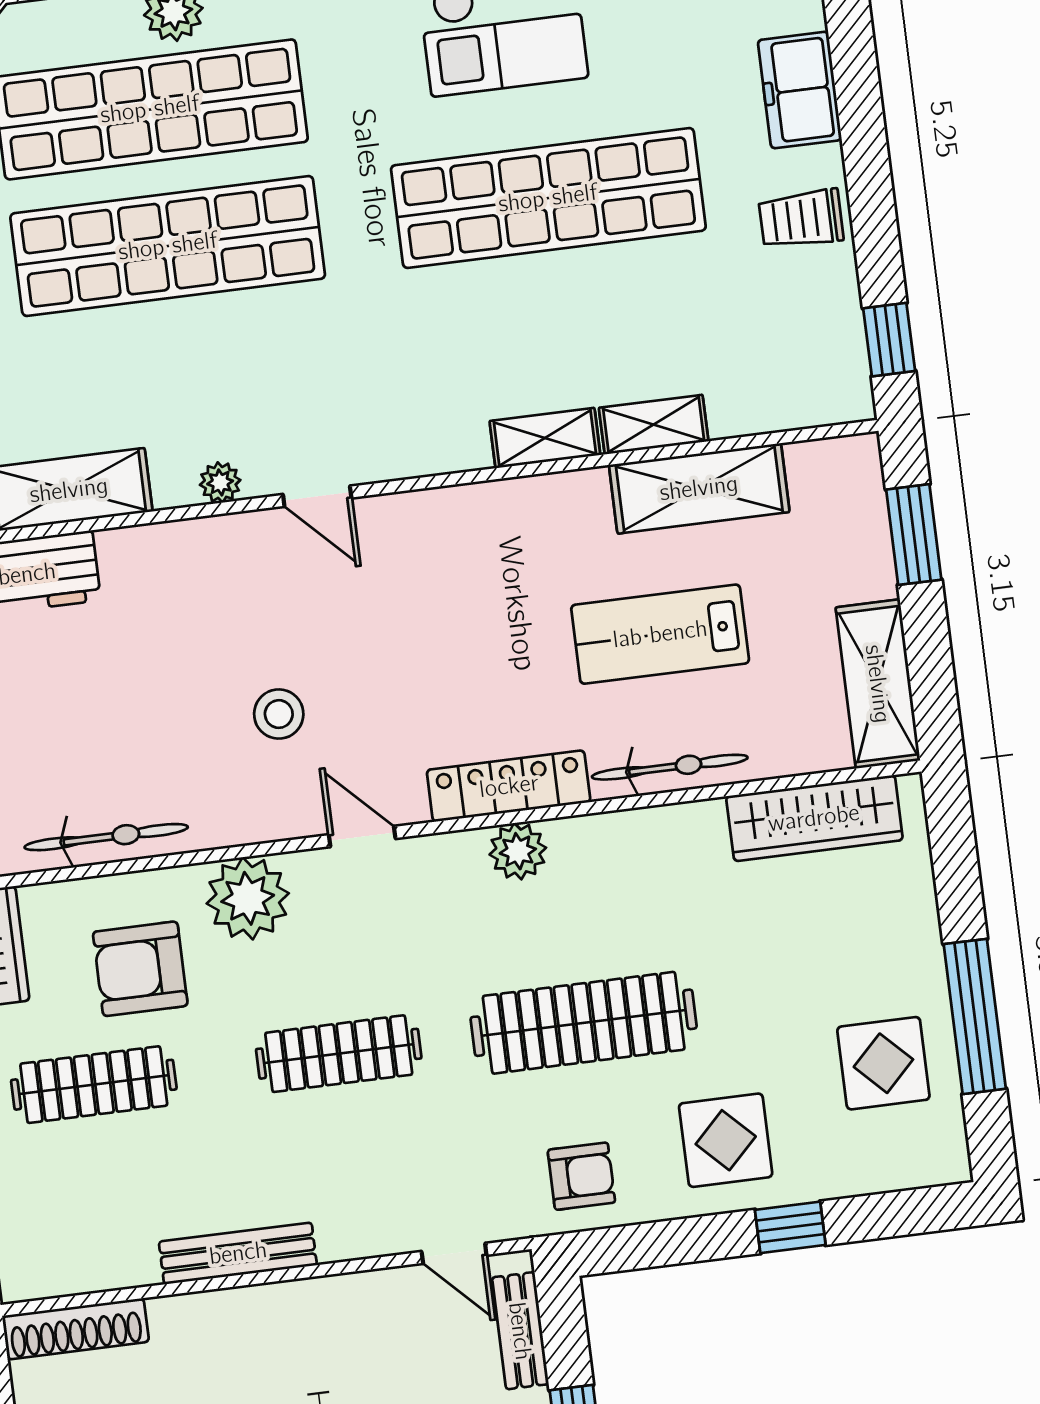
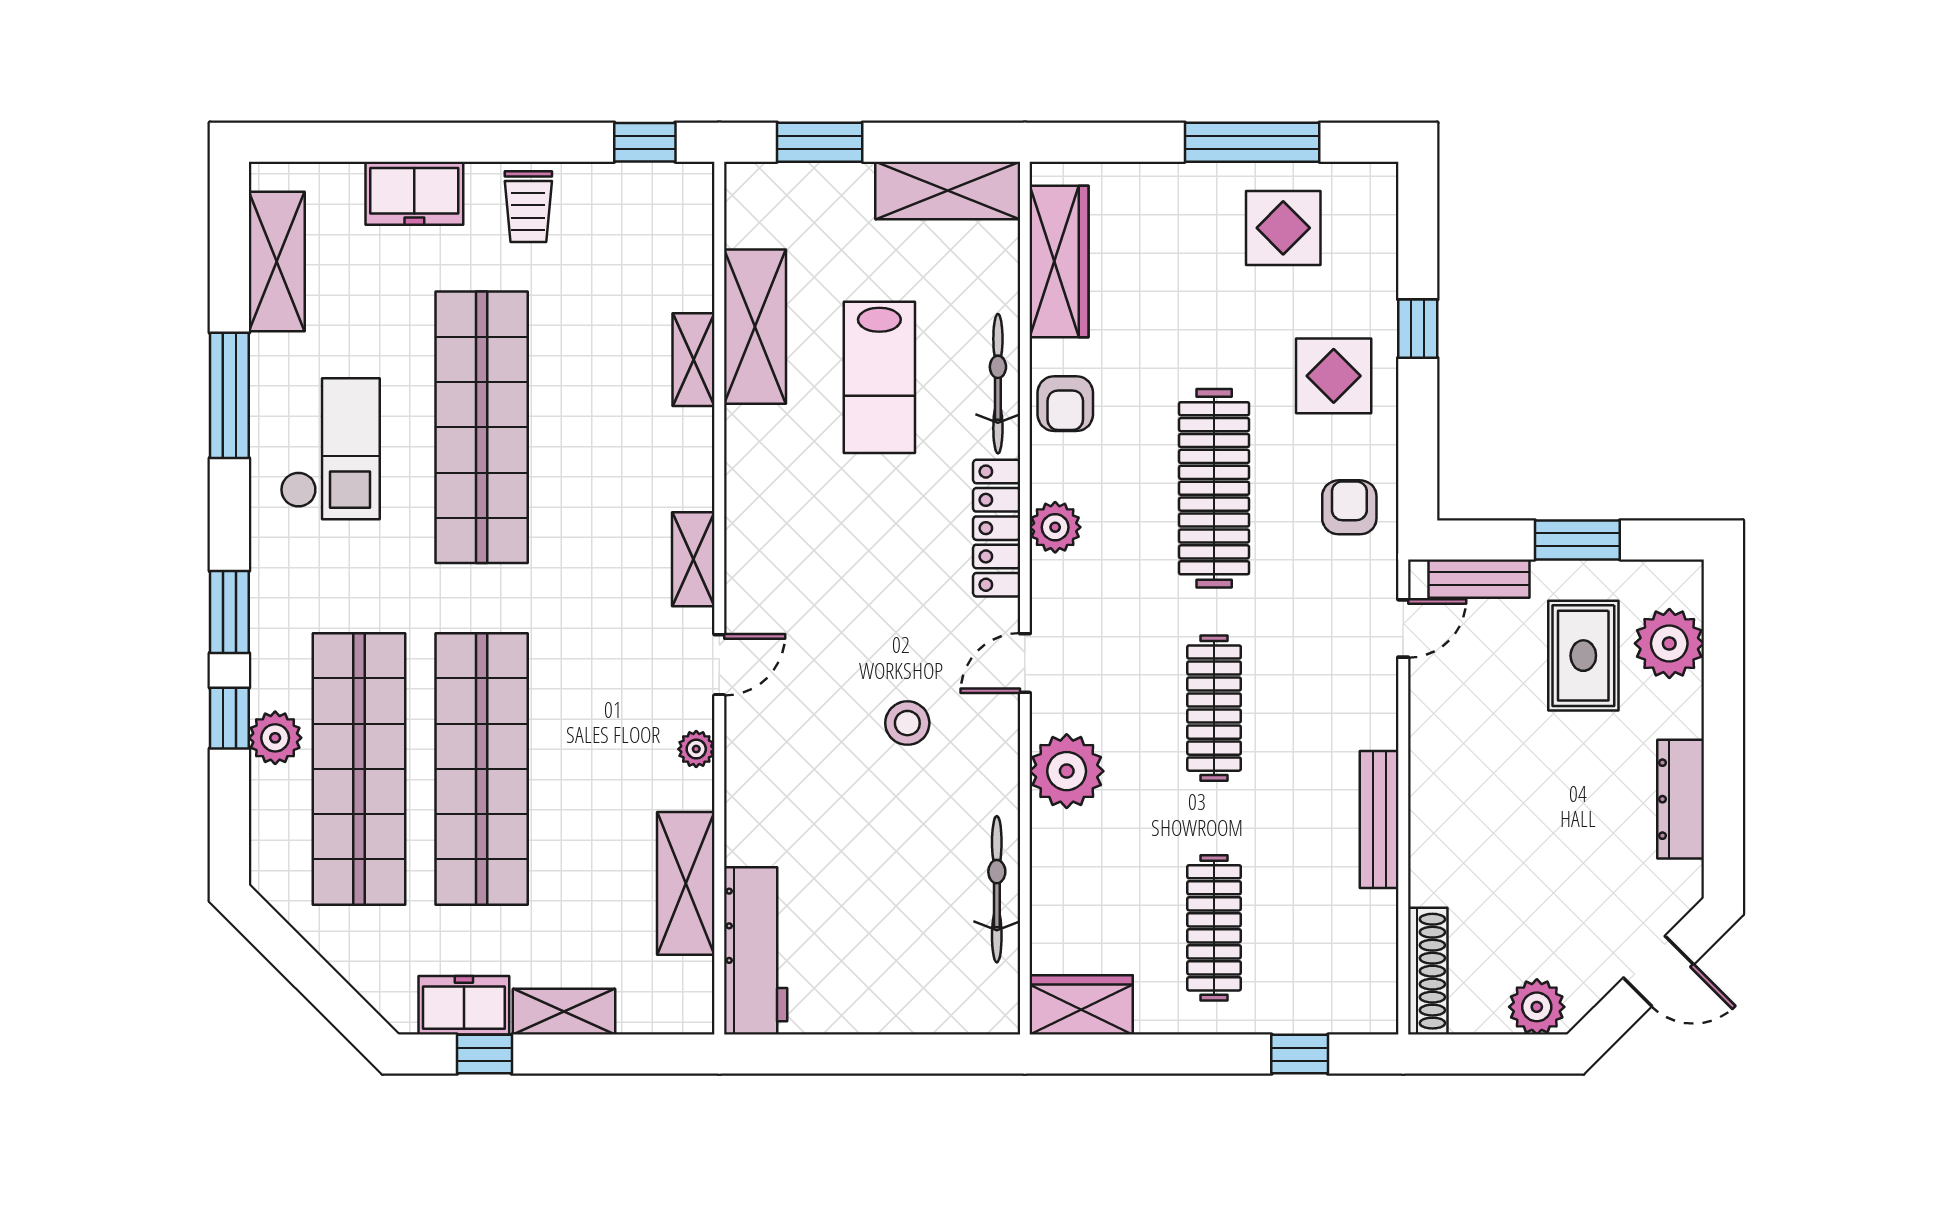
shelving: (545, 438) -> (693, 559), moved
armchair: (140, 969) -> (1065, 404), moved, width x0.72, depth x0.72

